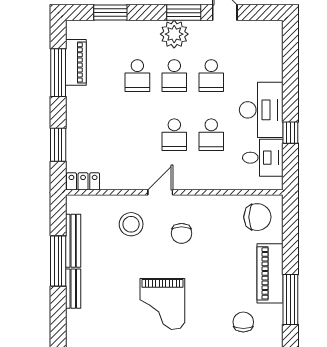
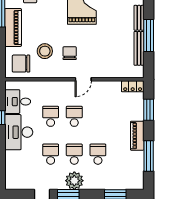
piano: (76, 62) -> (137, 136), moved
stool: (131, 224) -> (45, 51), moved

